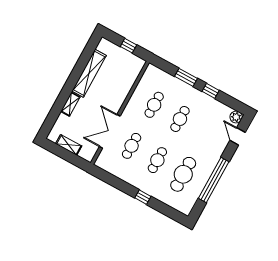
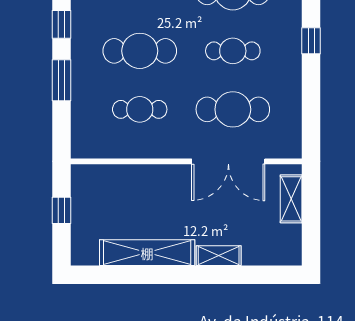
cafe table: (180, 119) -> (140, 51), width x1.37, depth x1.35
shelving: (69, 145) -> (291, 199), moved
cafe table: (132, 146) -> (233, 109), width x1.37, depth x1.35

